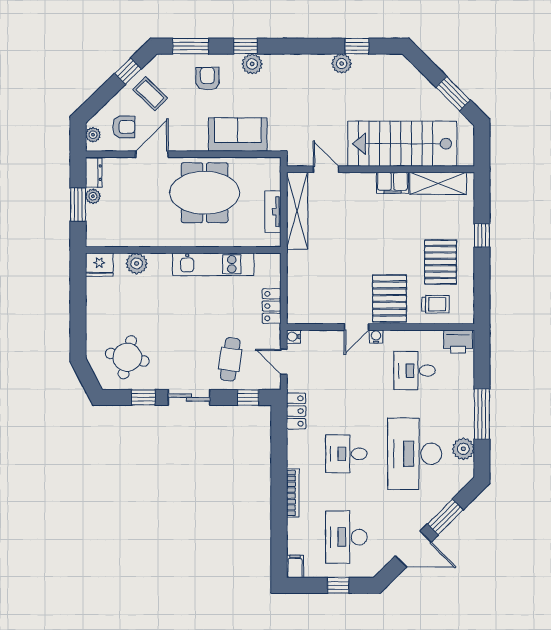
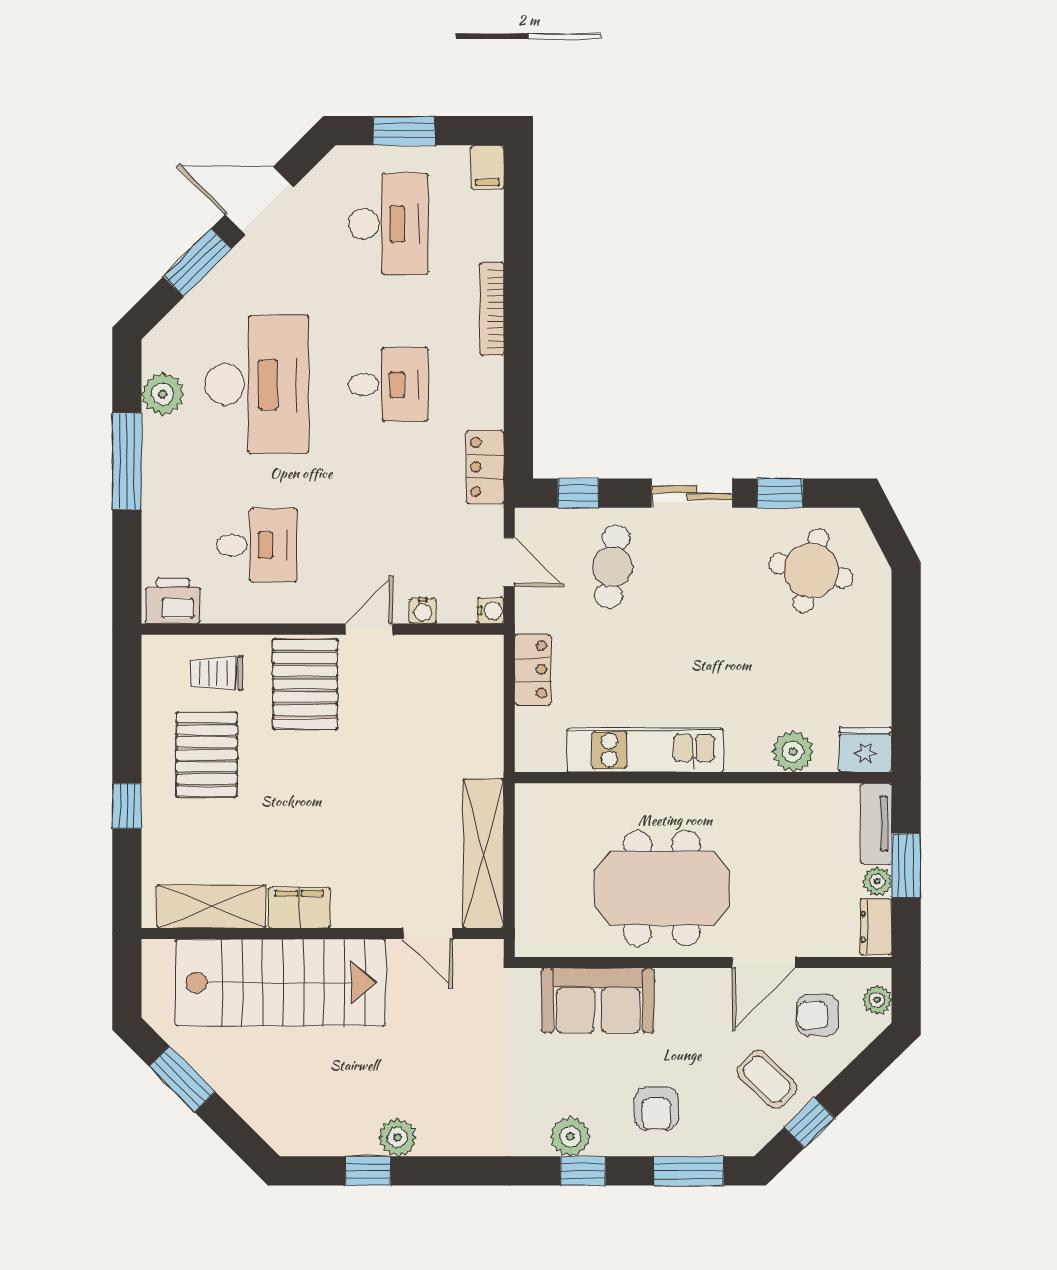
tv unit: (273, 212) -> (876, 824), moved, turned 180
water cooler: (376, 337) -> (423, 611), moved
window: (338, 585) -> (404, 131), width x1.50

